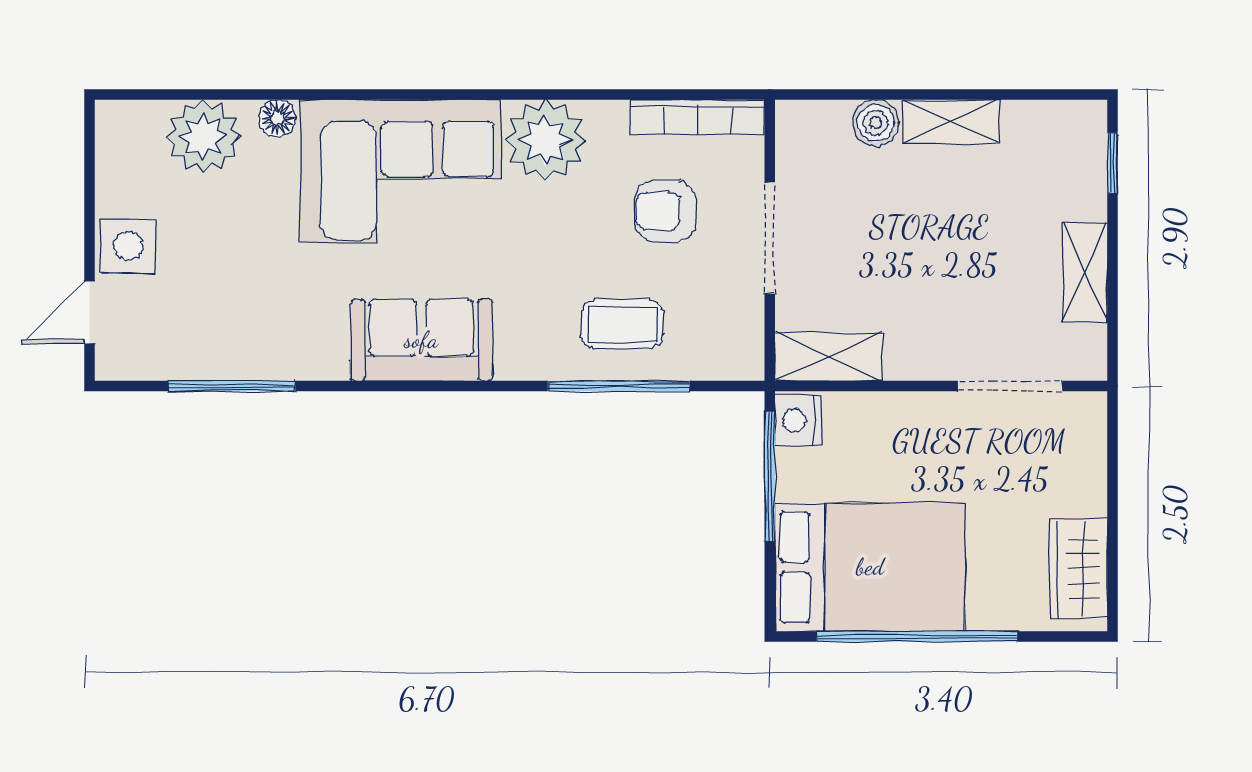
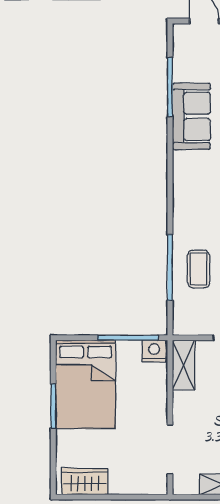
sofa: (421, 340) -> (191, 116), moved
window: (917, 637) -> (53, 406), width x0.47

